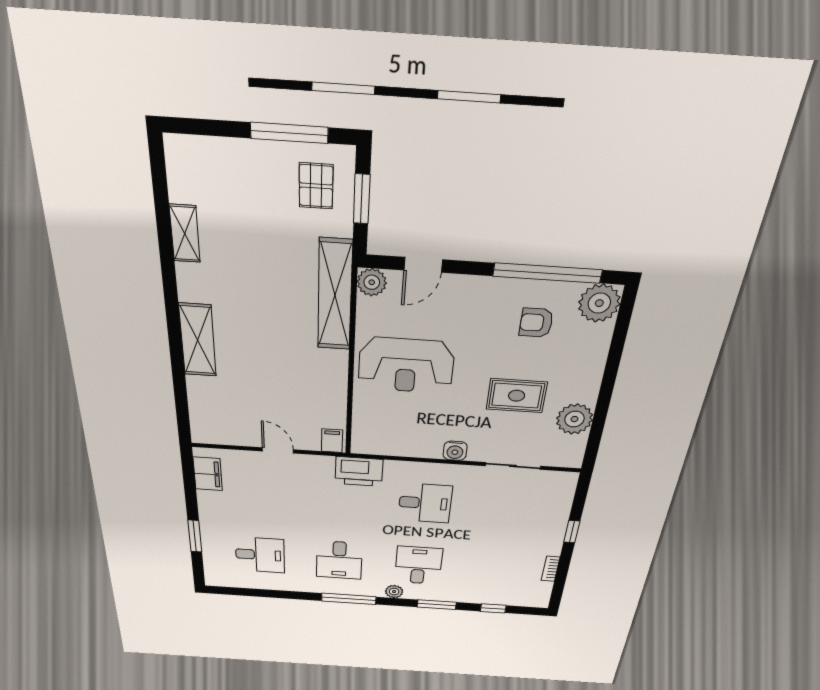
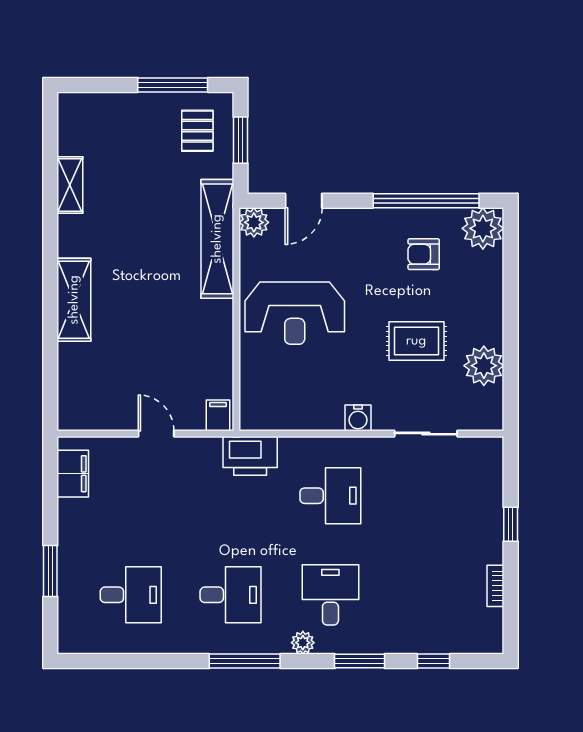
desk: (339, 560) -> (231, 595), turned -90

